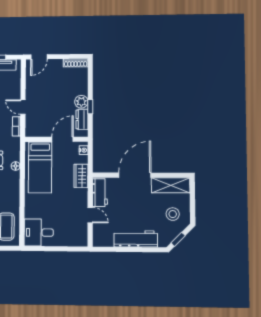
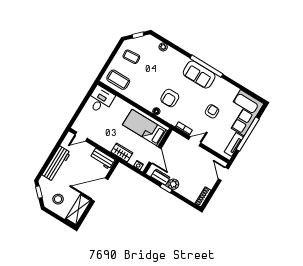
door: (135, 175) -> (100, 190), swing flipped
door: (90, 215) -> (81, 136), moved

